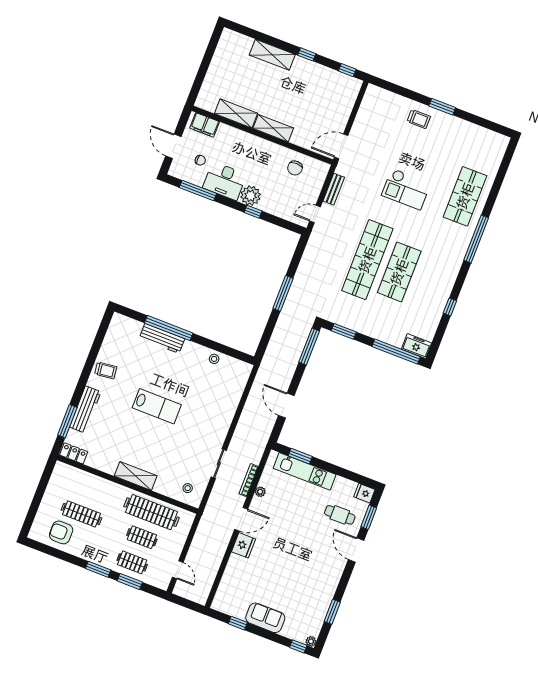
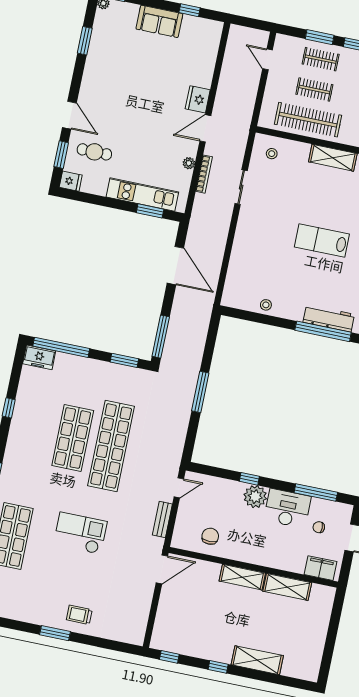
door: (286, 406) -> (175, 266), width x1.36

